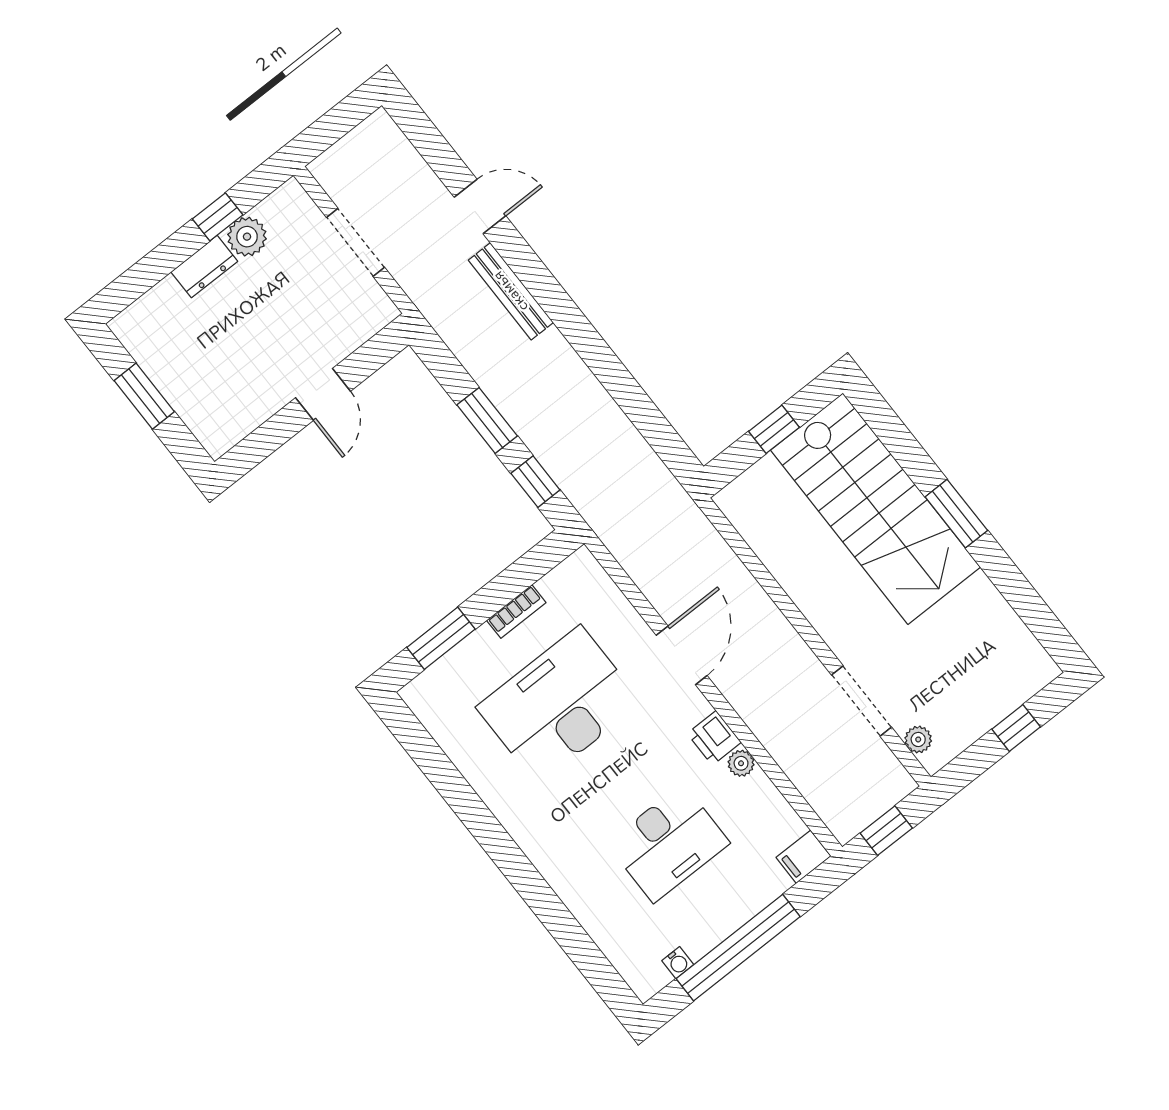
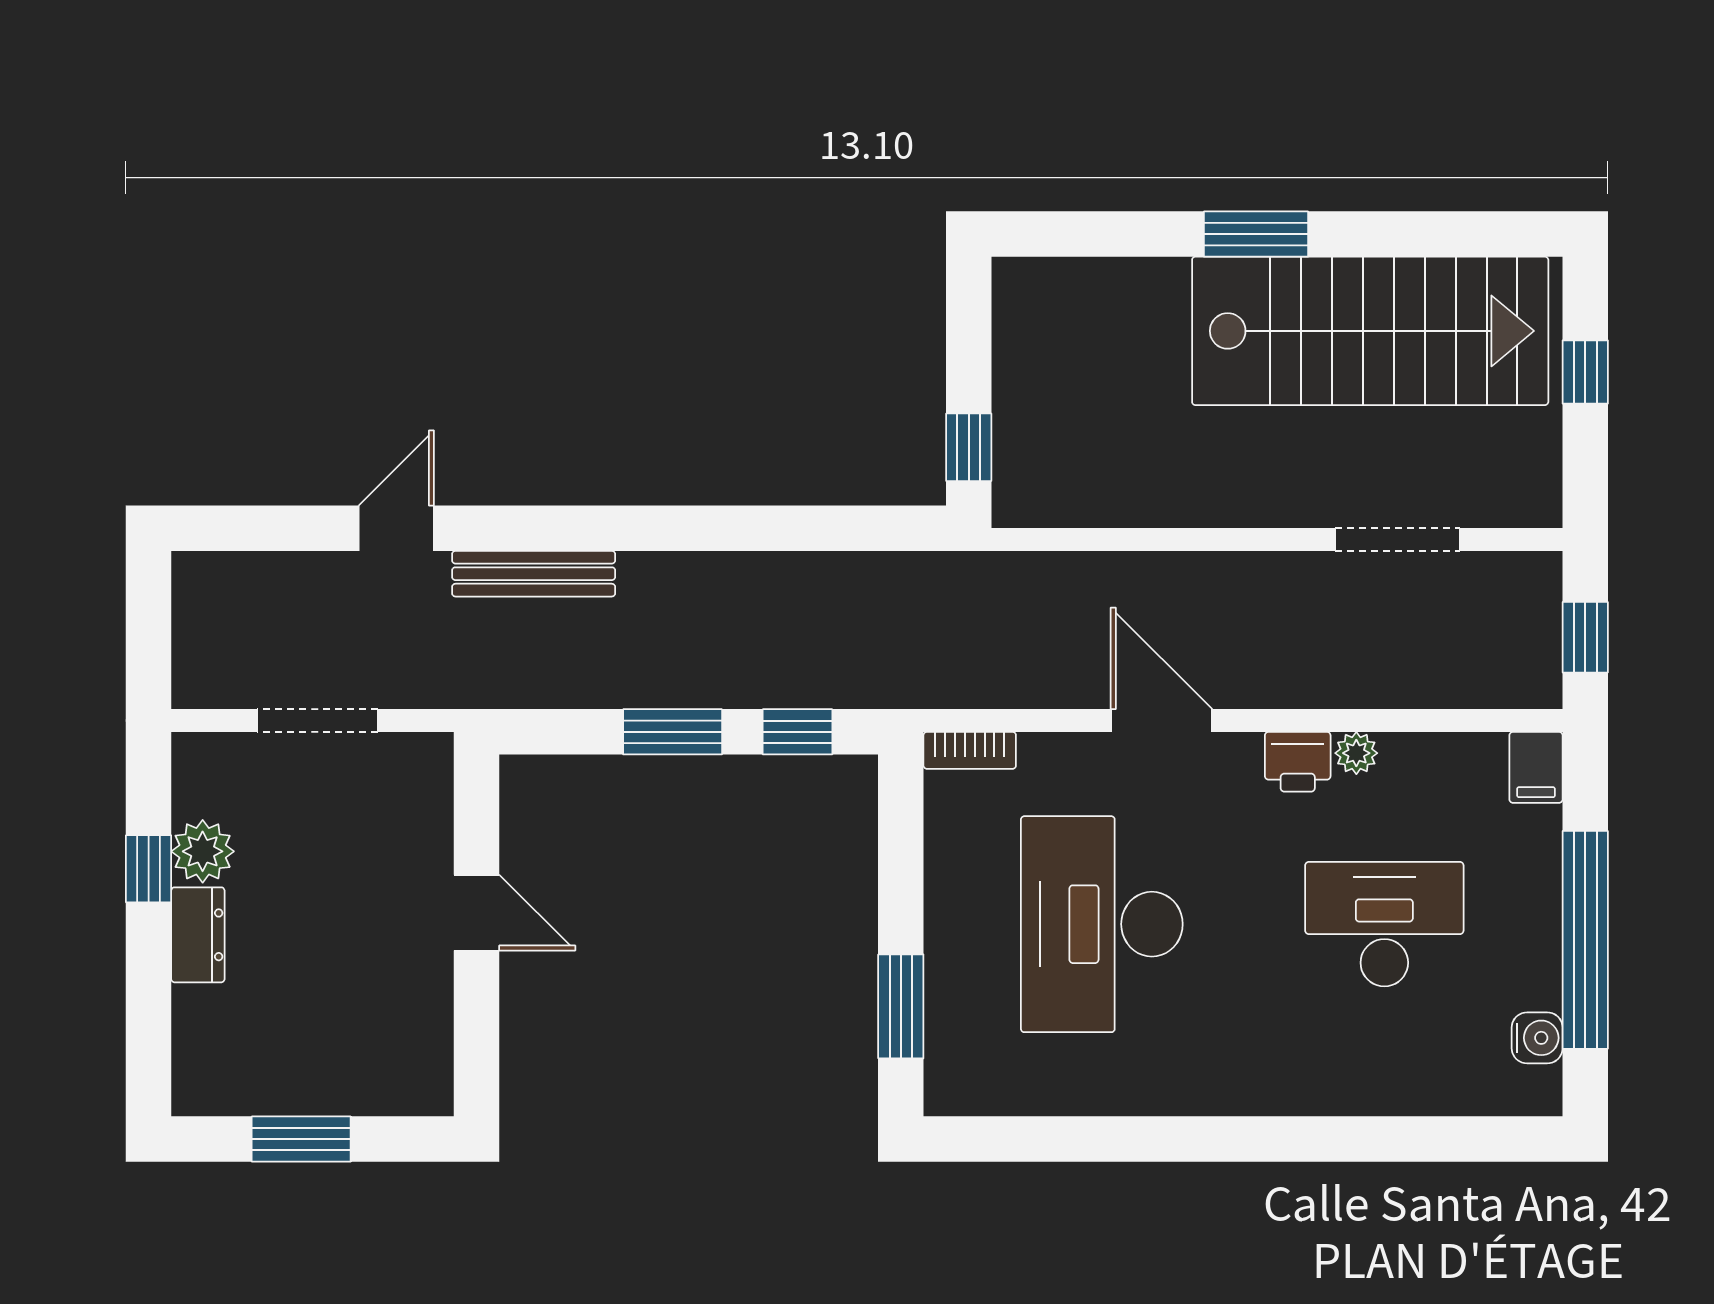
window: (774, 429) -> (969, 447), moved
stairs: (875, 509) -> (1370, 331), moved
bookcase: (516, 612) -> (970, 750), moved, turned 90
plant: (918, 739) -> (1502, 506), removed
desk: (668, 843) -> (1384, 924), turned -90
water cooler: (678, 963) -> (1537, 1038), width x1.38, depth x1.38

